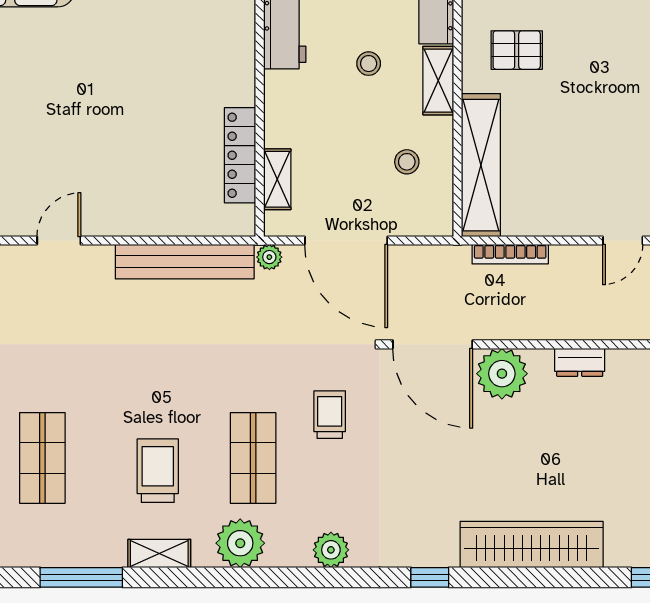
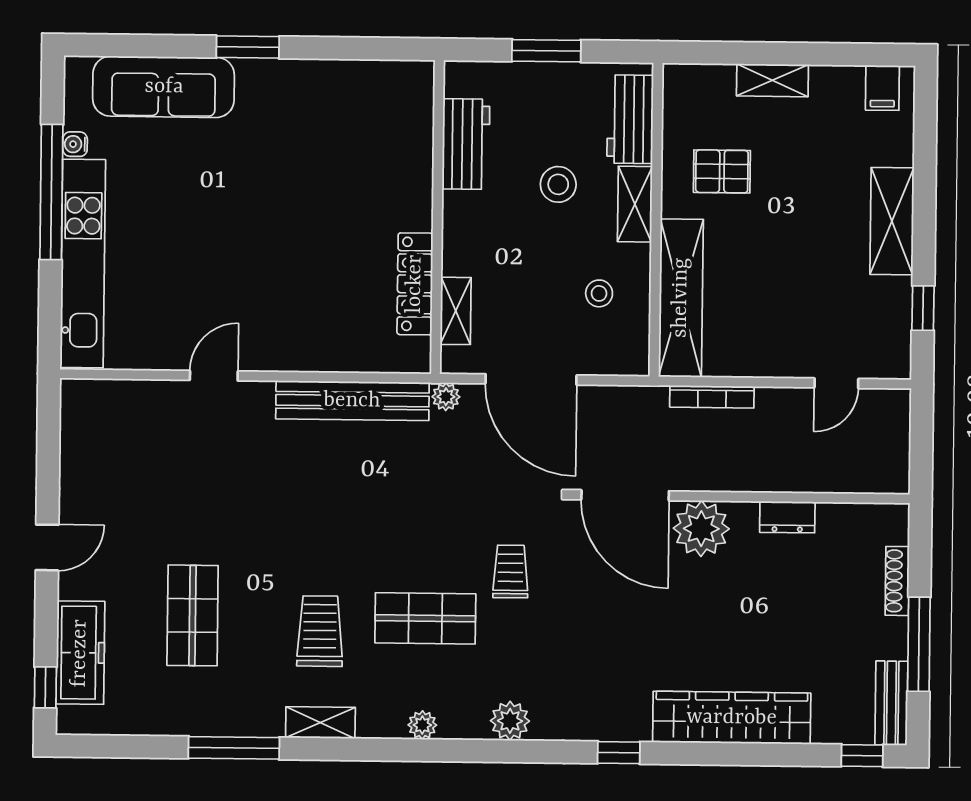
stool: (369, 64) -> (558, 184), width x1.37, depth x1.37
shop shelf: (253, 458) -> (425, 618), turned 90
plant: (240, 543) -> (422, 725), width x0.53, depth x0.53

